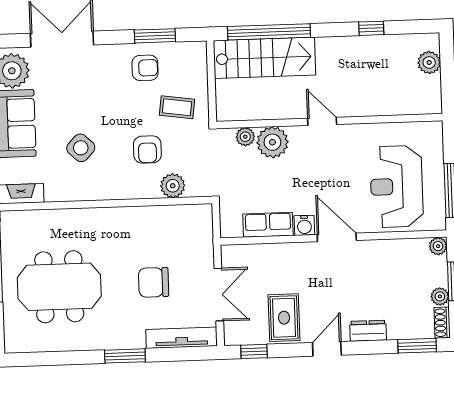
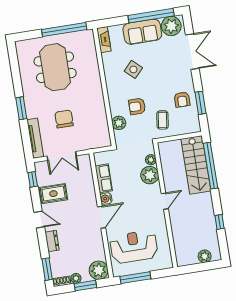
plant: (438, 246) -> (99, 270), width x1.87, depth x1.87

